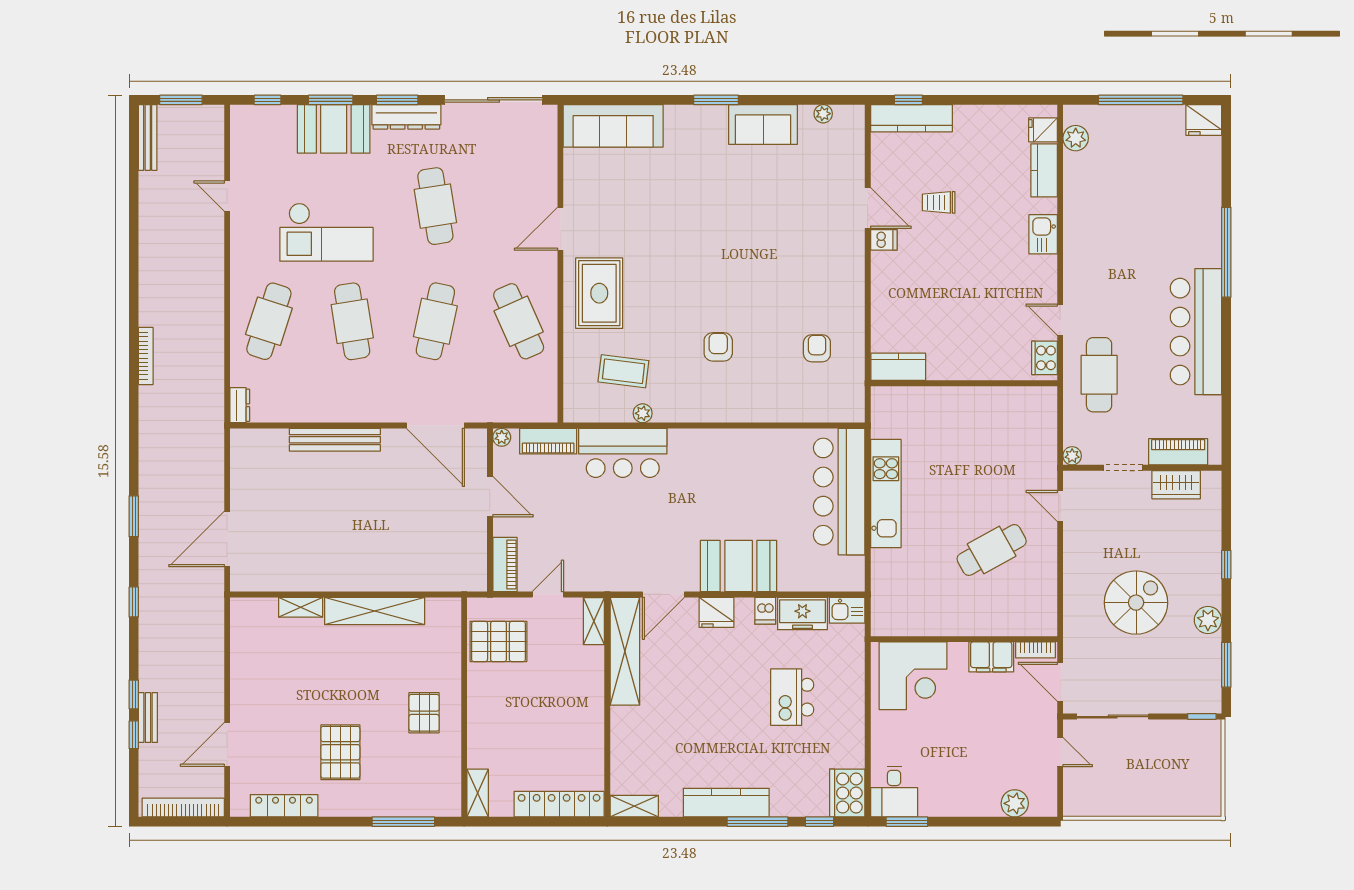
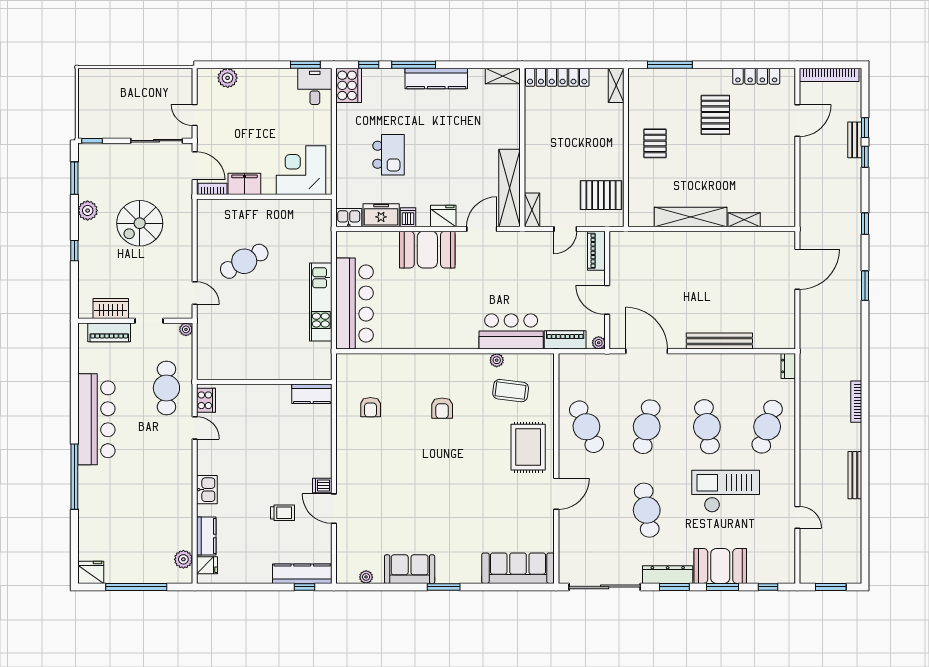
bench: (148, 137) -> (855, 475), moved

